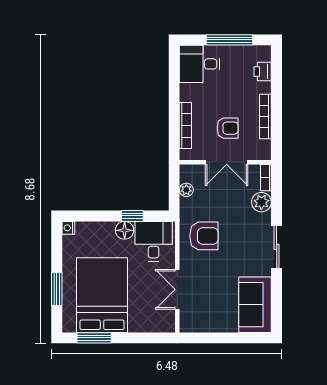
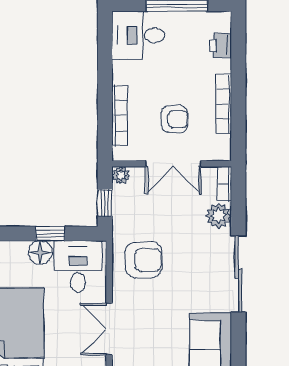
plant: (186, 190) -> (121, 175), moved
window: (174, 192) -> (105, 203), added
sliding door: (277, 247) -> (238, 274), width x1.37

